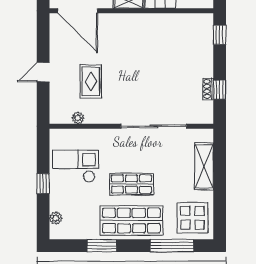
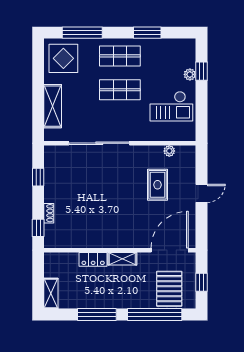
door: (78, 11) -> (170, 250), hinge flipped
shoe rack: (208, 89) -> (49, 213), moved
window: (43, 184) -> (202, 71), moved
plant: (56, 218) -> (190, 74), moved
shop shelf: (131, 221) -> (120, 56), width x0.70, depth x0.74

